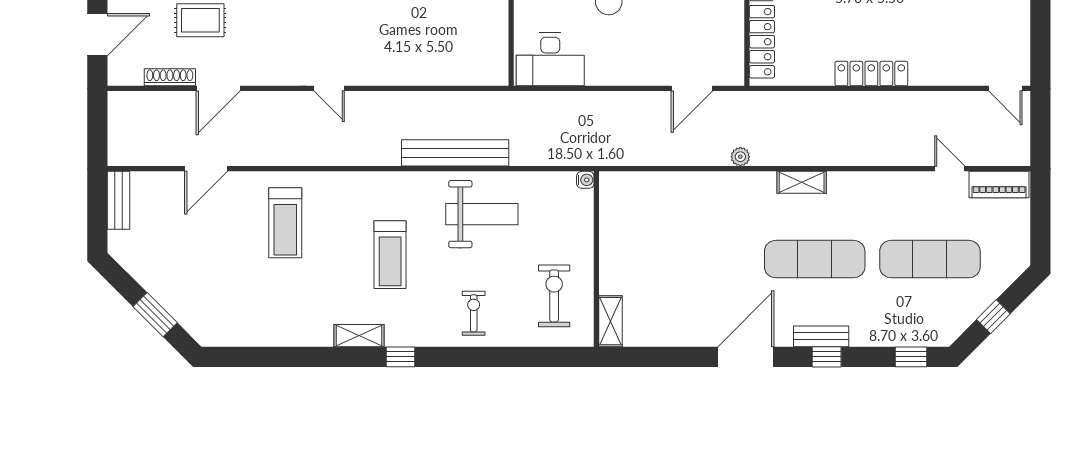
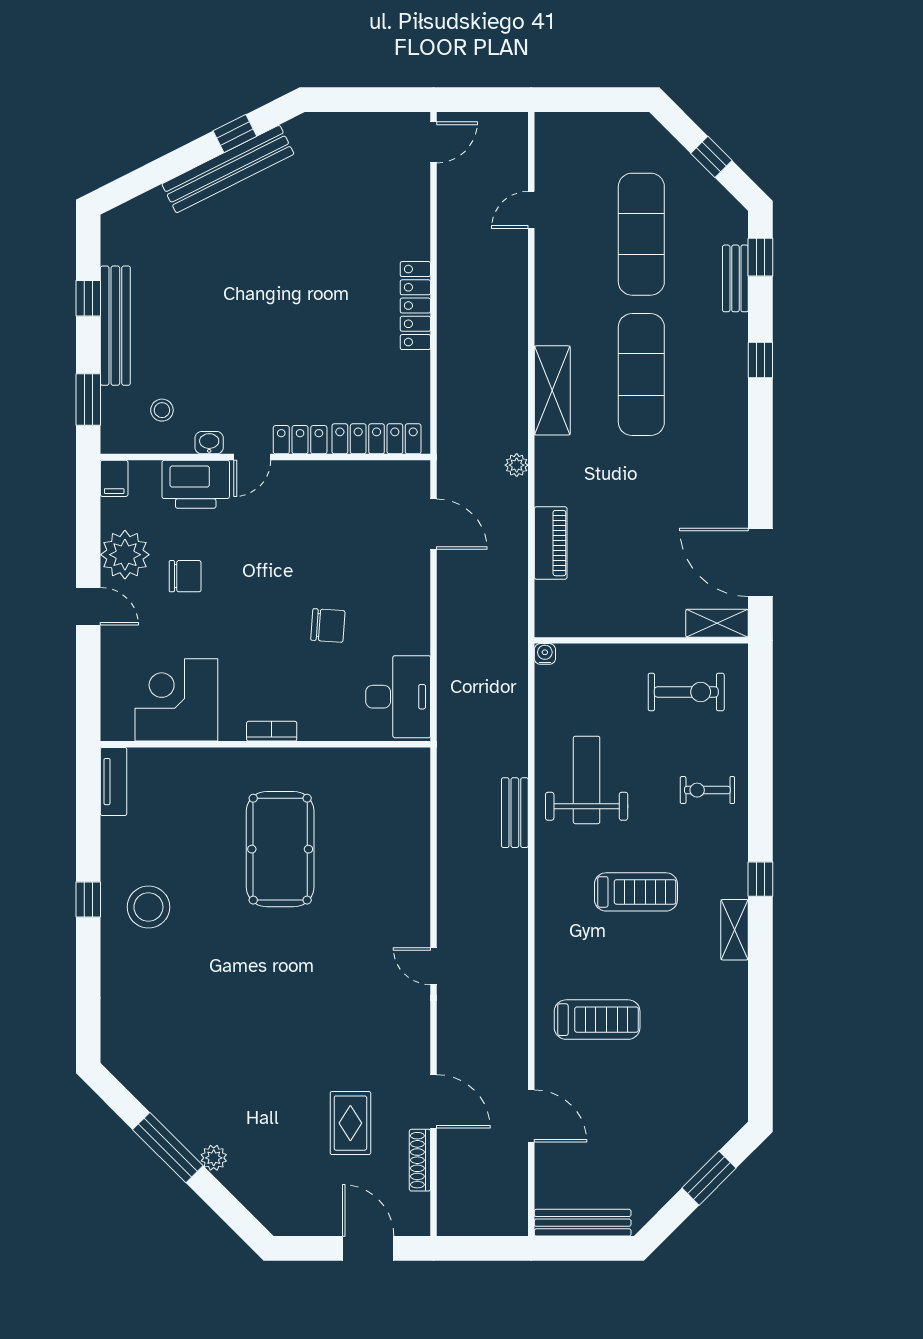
door: (329, 88) -> (434, 966), swing flipped
bench: (455, 153) -> (515, 813), width x0.54, depth x0.82
shelving: (802, 182) -> (552, 390), width x1.50, depth x1.33
piano: (999, 185) -> (551, 543), moved
bench: (119, 200) -> (583, 1223), width x1.36
exercise bike: (554, 296) -> (686, 692), turned 180
bench: (821, 336) -> (735, 278), moved
door: (746, 357) -> (760, 562), moved

